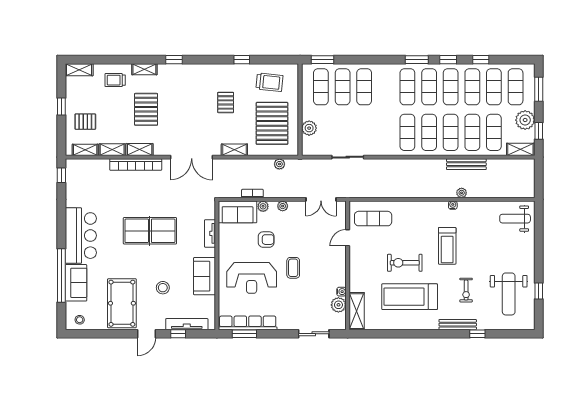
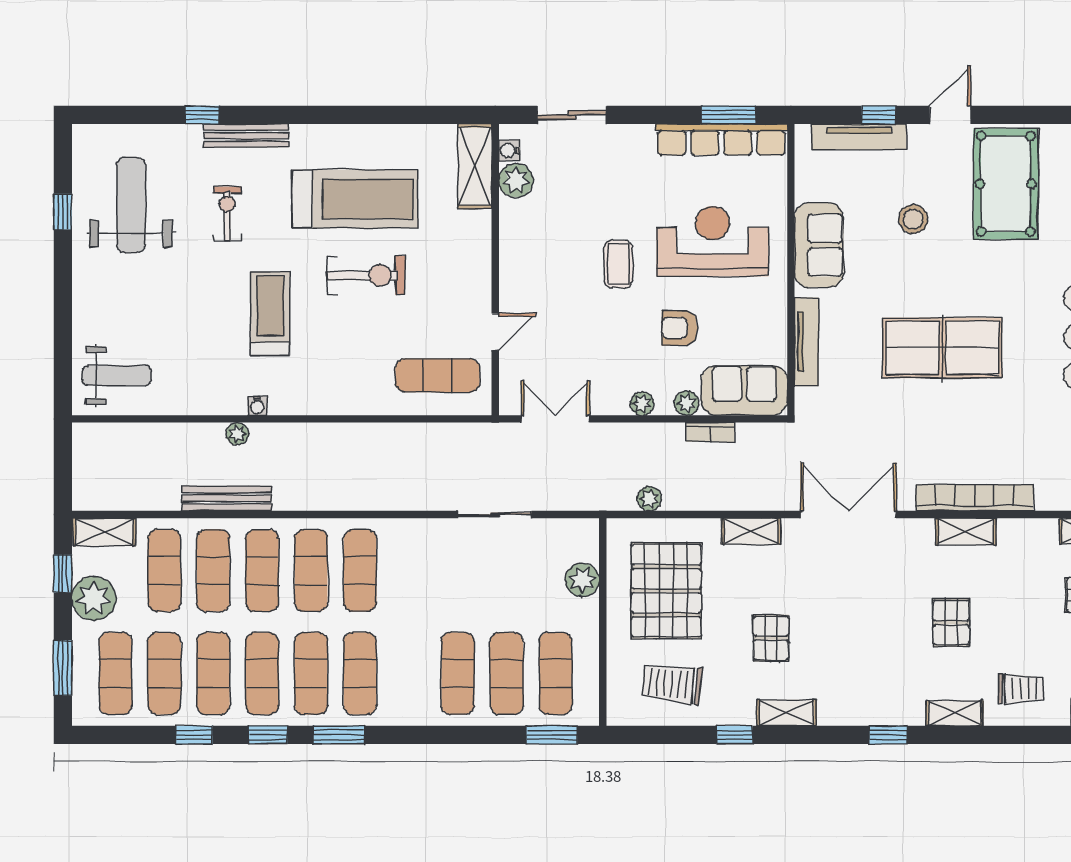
pallet: (146, 109) -> (951, 623), width x0.67, depth x0.71
shelving: (112, 150) -> (787, 713), moved
tv unit: (210, 233) -> (806, 342), width x1.41
water cooler: (341, 292) -> (509, 151), moved

